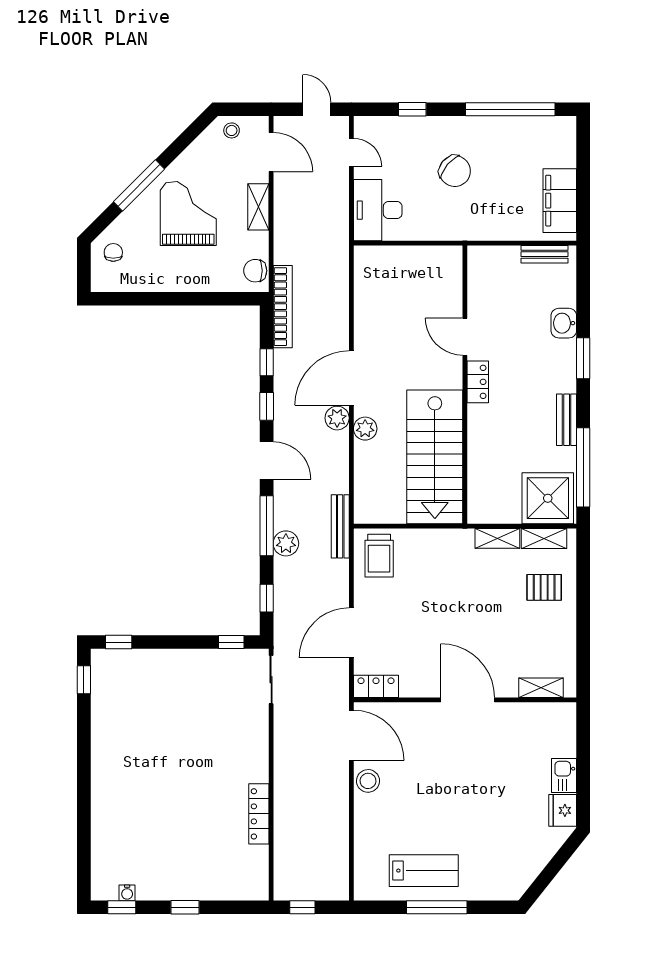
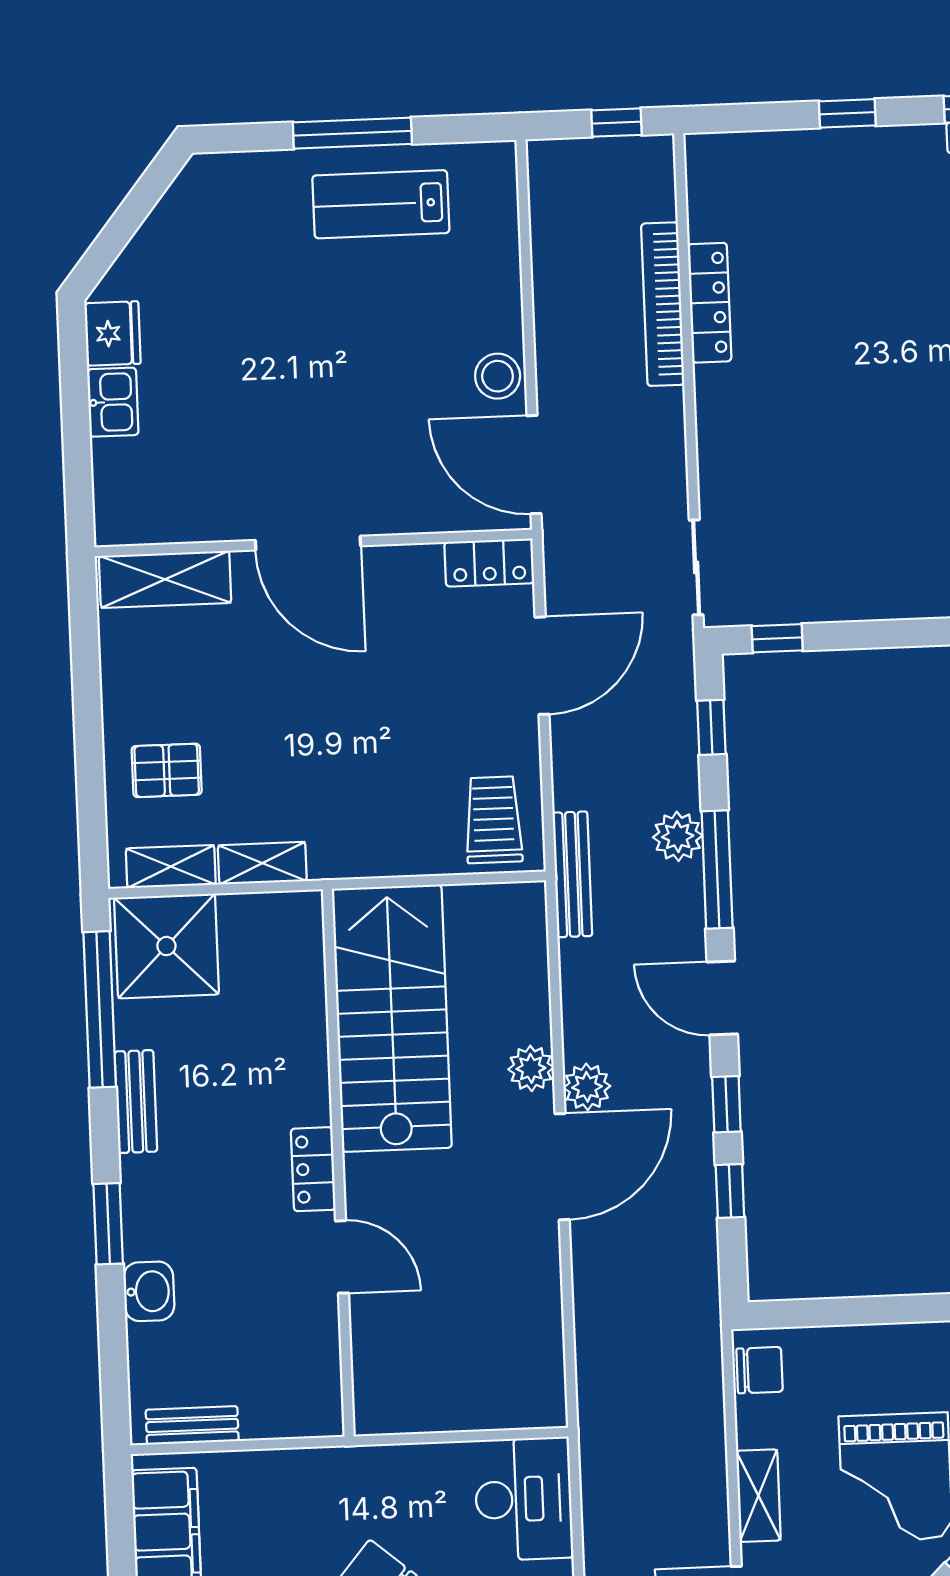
bookcase: (283, 307) -> (663, 304), moved
shelving: (541, 688) -> (165, 579), width x1.50, depth x1.33

